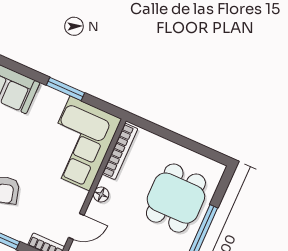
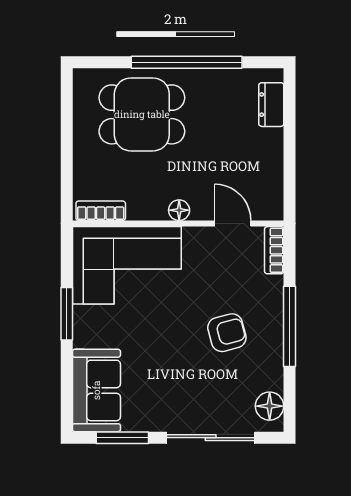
bookcase: (120, 151) -> (101, 211), width x0.64

